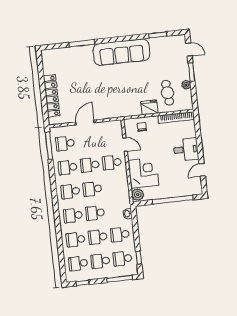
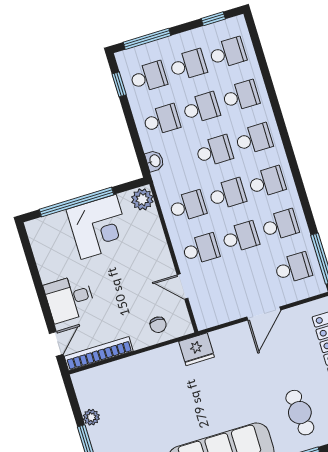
cafe table: (168, 93) -> (300, 413), moved
fridge: (149, 107) -> (197, 349), moved
door: (202, 170) -> (56, 344), moved
corner desk: (144, 173) -> (99, 227), moved, turned -90
school desk: (114, 187) -> (188, 206), added

